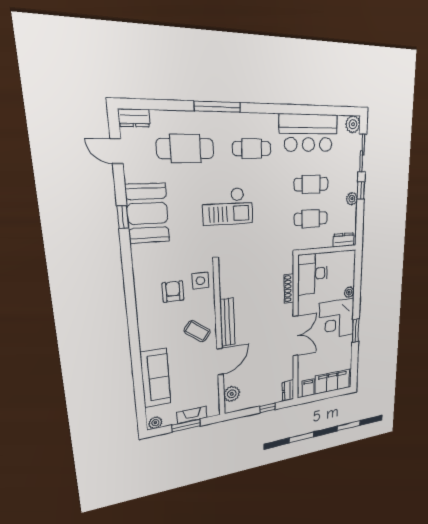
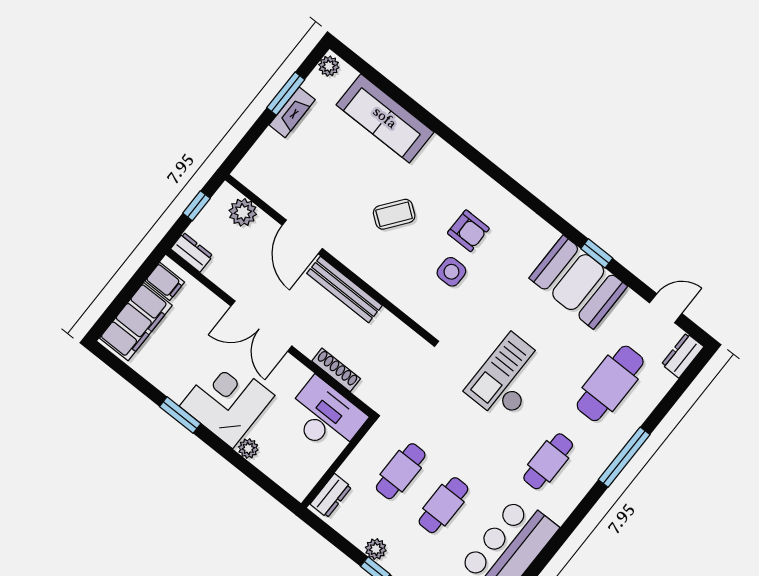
bench: (227, 322) -> (345, 289), moved
wall: (219, 342) -> (329, 258), moved
door: (220, 362) -> (302, 237), moved
plant: (232, 394) -> (243, 212), moved

